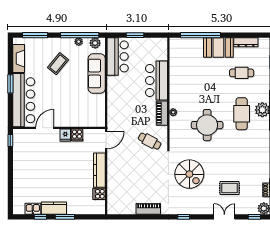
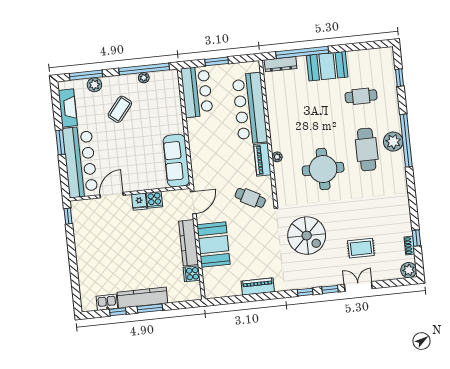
dresser: (246, 42) -> (281, 64), moved
plant: (95, 43) -> (94, 85), moved
sofa: (97, 73) -> (176, 161), moved
bar counter: (156, 81) -> (250, 108), width x1.36
booth: (118, 174) -> (214, 245), added
kitchen counter: (54, 208) -> (142, 298), width x1.50
window: (254, 217) -> (330, 289), moved

